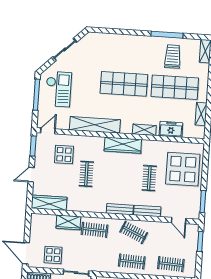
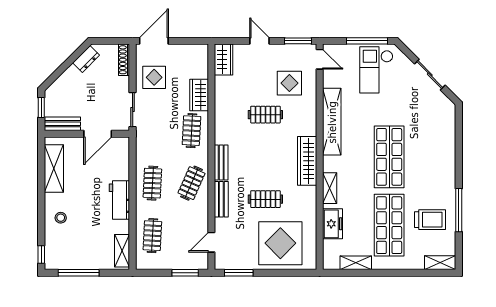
checkout: (58, 89) -> (376, 70), turned 90
wardrobe: (49, 203) -> (223, 60), width x0.67

